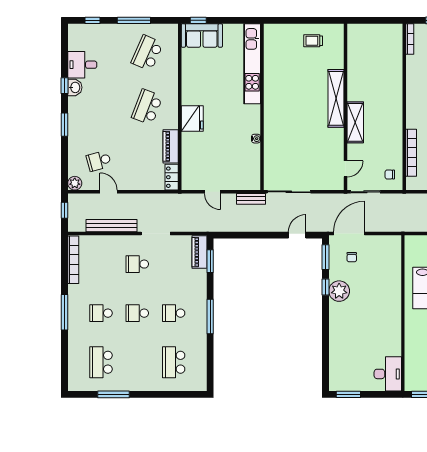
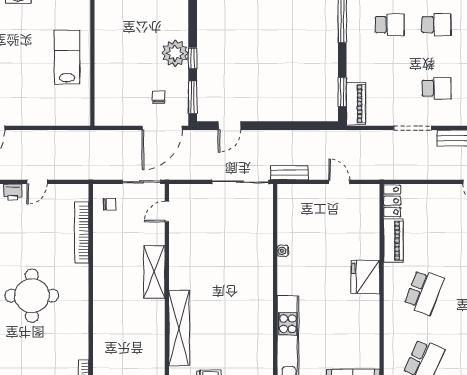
shelving: (336, 98) -> (179, 328), moved

